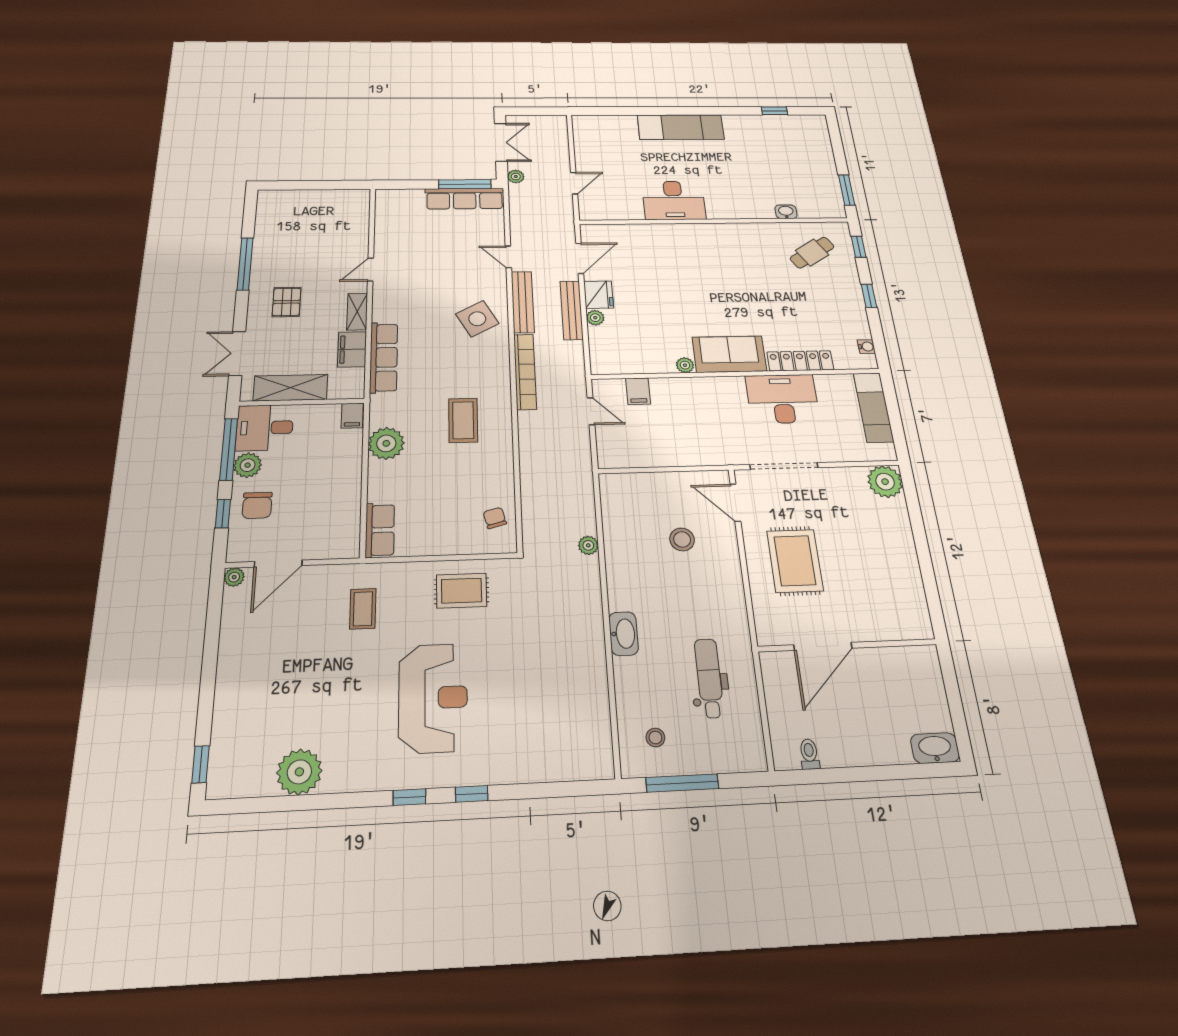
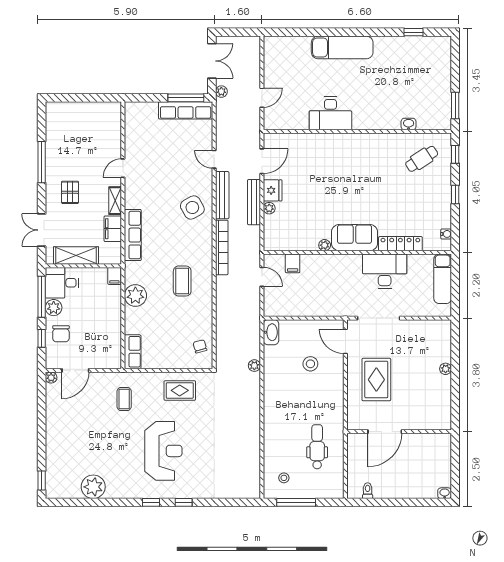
plant: (885, 482) -> (446, 369), moved, width x0.53, depth x0.53
washbasin: (624, 634) -> (271, 332), moved
washbasin: (935, 748) -> (445, 493), width x0.52, depth x0.69

